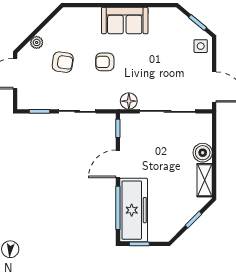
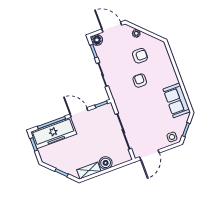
sofa: (125, 21) -> (177, 100), moved
armchair: (63, 62) -> (140, 56), moved, turned -98
floor lamp: (129, 101) -> (97, 40), moved

